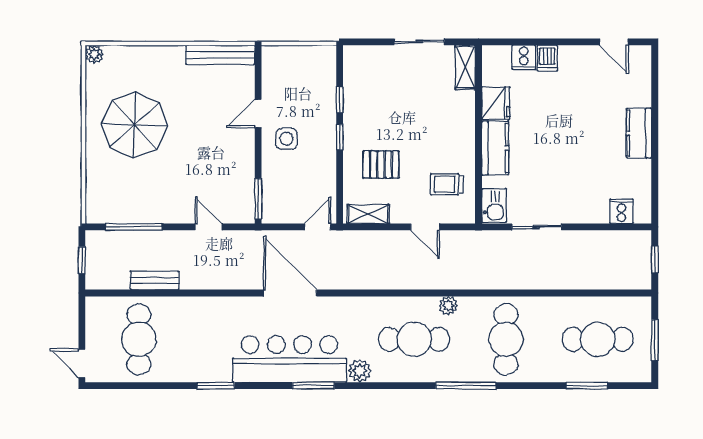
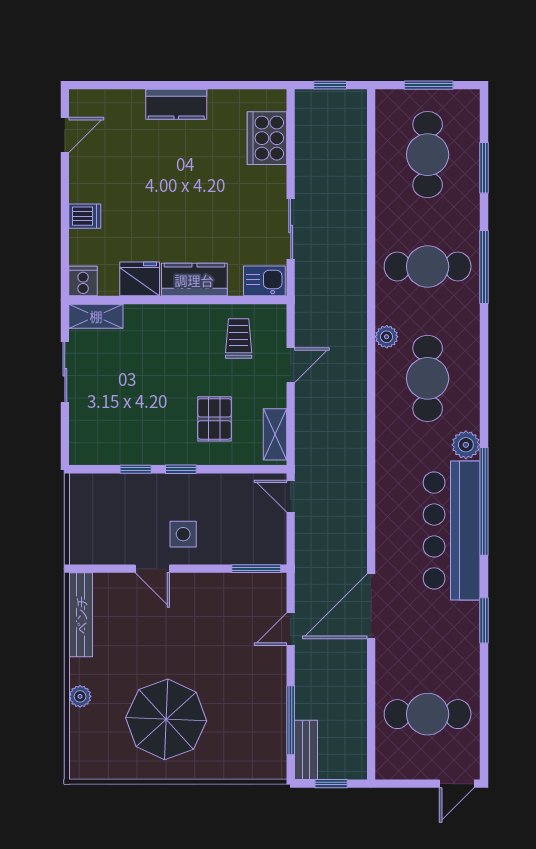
plant: (94, 54) -> (80, 696), moved
cooker: (524, 57) -> (83, 281), moved, turned -90
trolley: (447, 184) -> (239, 339), turned 180
cooker: (621, 211) -> (267, 138), width x1.87, depth x1.31
bench: (155, 280) -> (306, 750), moved
door: (290, 293) -> (371, 606), moved
window: (313, 386) -> (484, 501), width x2.11
window: (466, 386) -> (484, 267), moved

